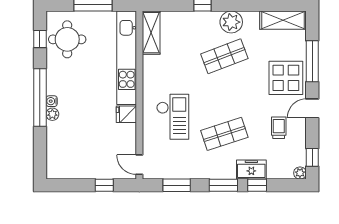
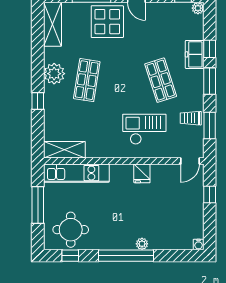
shop shelf: (224, 56) -> (87, 80), turned 30
kitchen unit: (127, 58) -> (76, 173), width x0.73
water cooler: (52, 101) -> (199, 245), moved
trolley: (279, 128) -> (191, 118), moved

